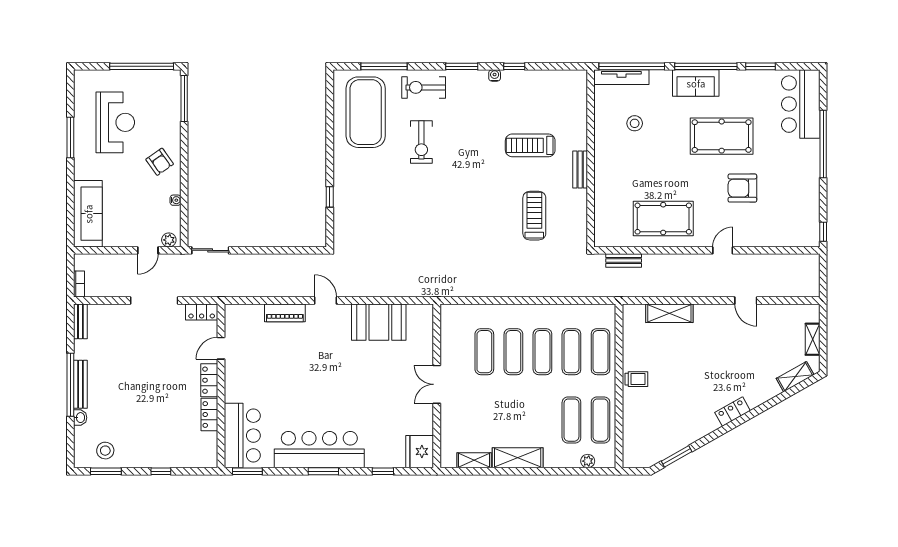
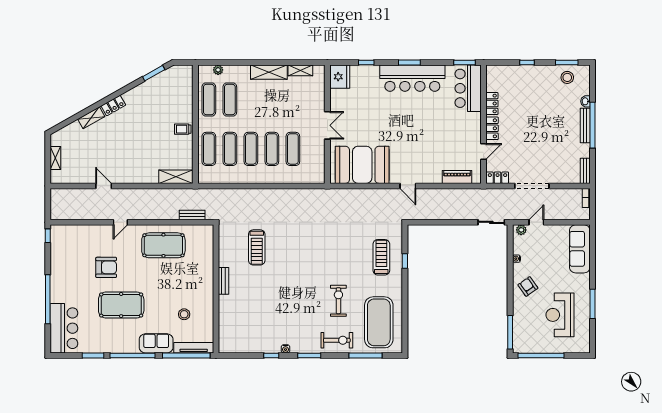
sofa: (696, 83) -> (156, 343), moved
treadmill: (530, 145) -> (381, 257), moved, turned -90
piano: (285, 313) -> (457, 177), moved
shelving: (669, 313) -> (176, 177), moved
booth: (379, 322) -> (362, 165), width x1.36, depth x1.42
shelving: (795, 377) -> (91, 118), moved

